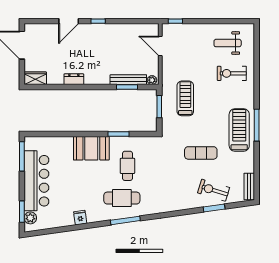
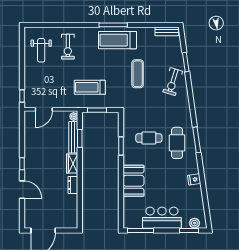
wardrobe: (35, 78) -> (72, 164), moved
booth: (91, 148) -> (133, 181), moved
bar counter: (36, 181) -> (162, 218), width x0.73
exercise bike: (214, 190) -> (173, 82), moved

